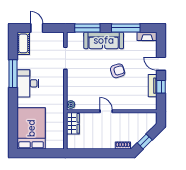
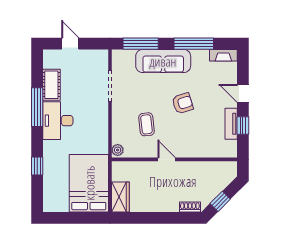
cot: (23, 43) -> (51, 85), moved
coffee table: (92, 86) -> (146, 124), added
window: (13, 116) -> (37, 166), added
wardrobe: (73, 123) -> (120, 197), moved
bed: (31, 128) -> (89, 183), moved

